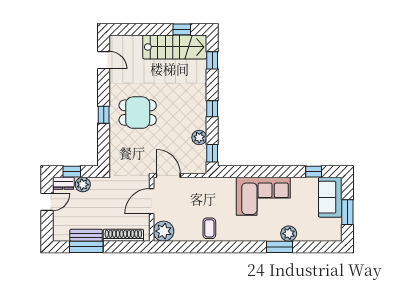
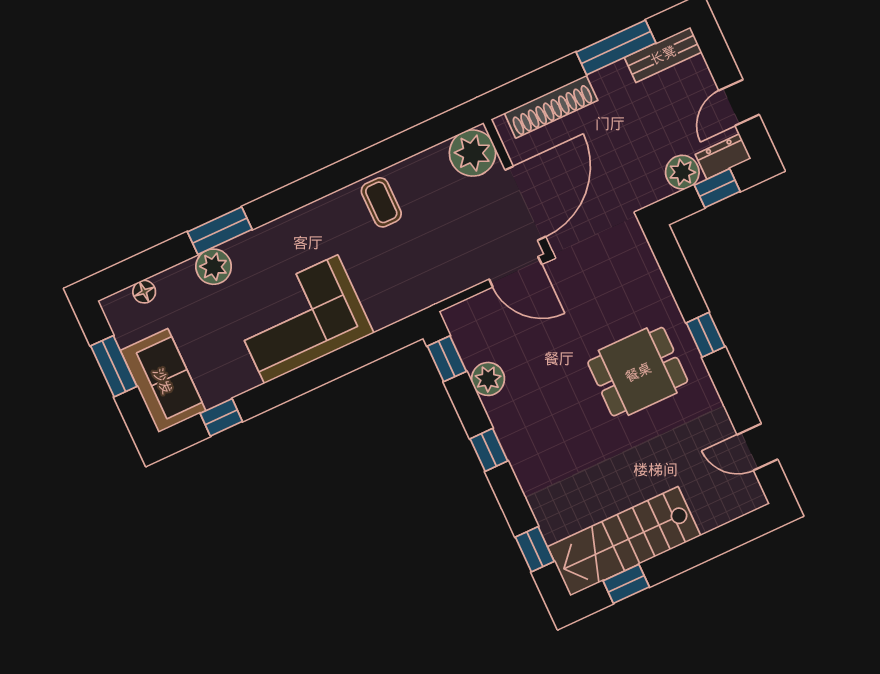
door: (152, 201) -> (525, 203), width x1.36
bench: (86, 235) -> (663, 55), moved
floor lamp: (321, 236) -> (144, 292), added

